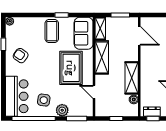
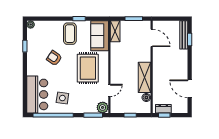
armchair: (21, 56) -> (54, 58), moved
shelving: (102, 57) -> (117, 58), removed
door: (94, 92) -> (109, 90), swing flipped
plant: (62, 110) -> (103, 107), moved

